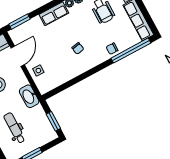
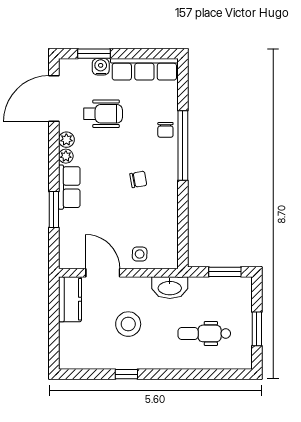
window: (19, 22) -> (54, 209), moved
window: (131, 51) -> (183, 145), moved

